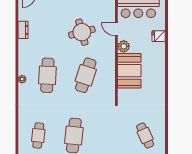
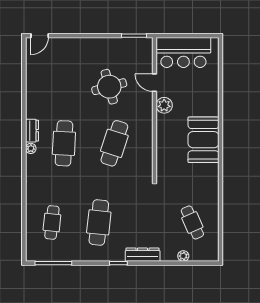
dresser: (23, 30) -> (32, 131), moved
fridge: (159, 36) -> (210, 92), removed
booth: (129, 71) -> (203, 140), moved

